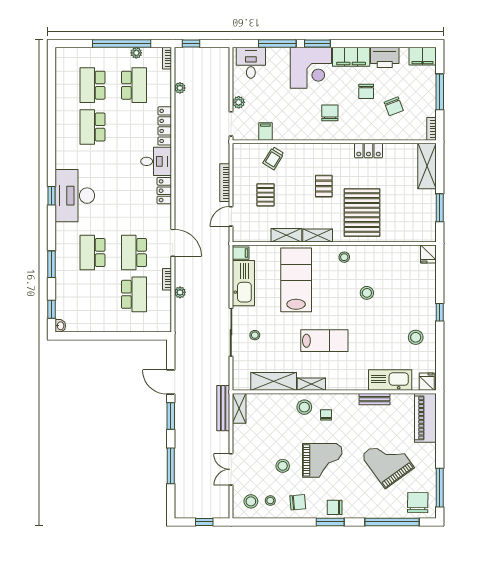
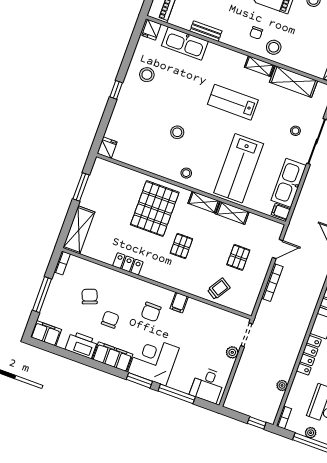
filing cabinet: (265, 131) -> (179, 303), moved

